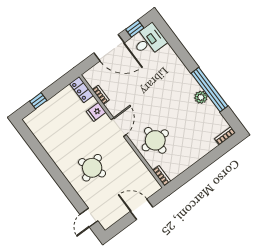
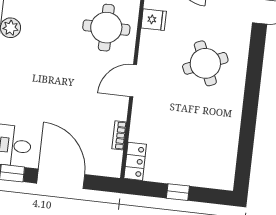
window: (38, 101) -> (178, 192), moved
fridge: (96, 112) -> (154, 20), moved

